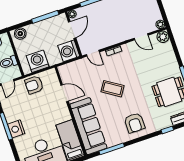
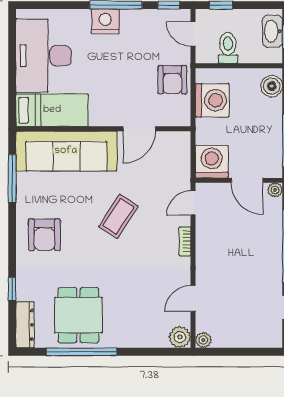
armchair: (34, 85) -> (172, 80), turned 180
armchair: (134, 123) -> (44, 235), turned -90

